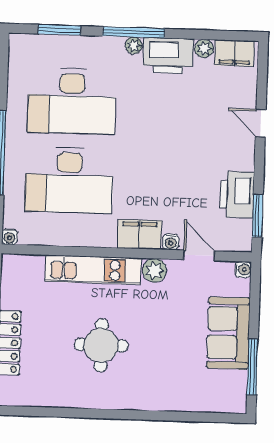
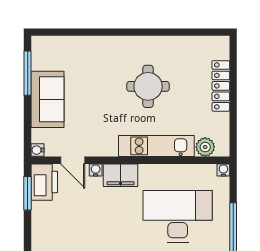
printer: (237, 195) -> (44, 182), moved
plant: (154, 270) -> (205, 147), moved

